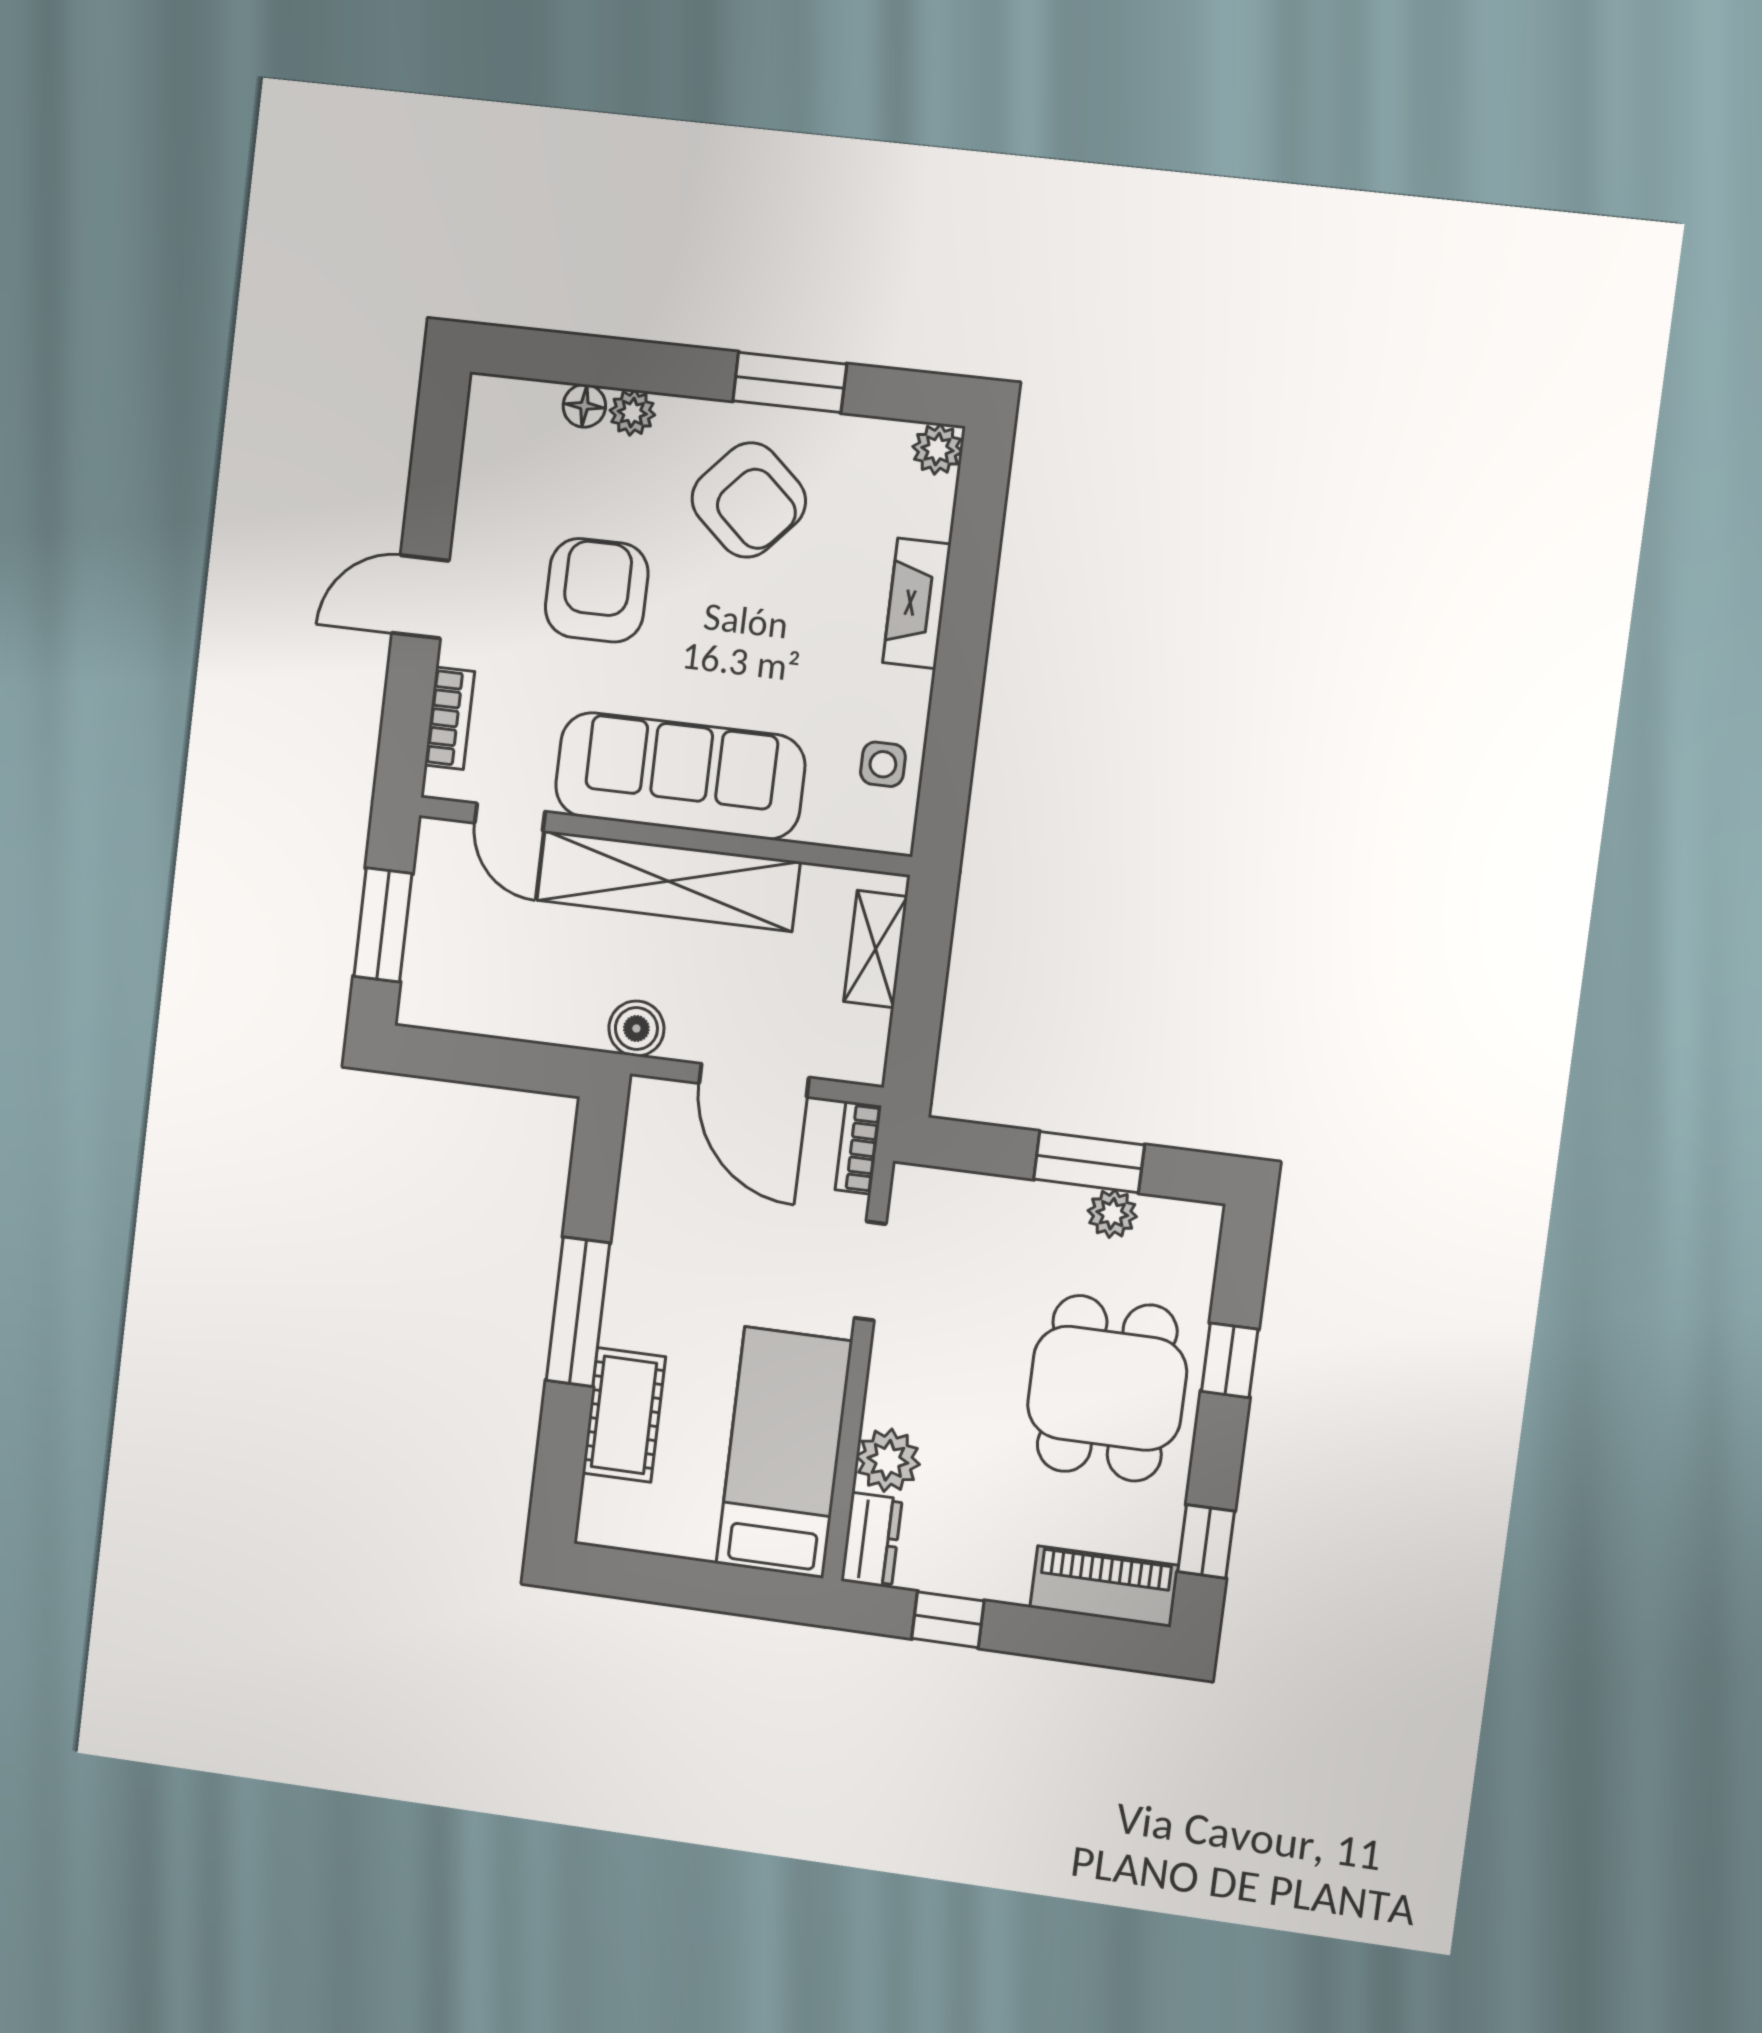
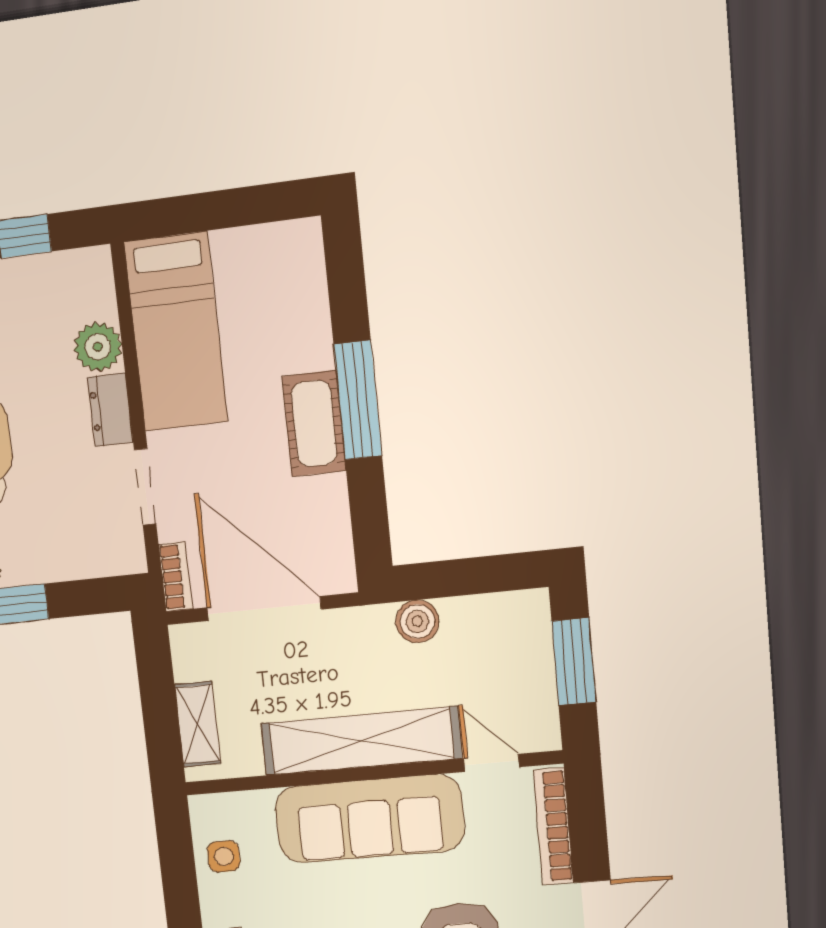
bookcase: (450, 718) -> (553, 826), width x1.56
boiler: (636, 1029) -> (417, 621), moved
door: (754, 1080) -> (264, 608), width x1.36
cot: (624, 1415) -> (314, 423), moved
dresser: (871, 1540) -> (110, 410), moved

